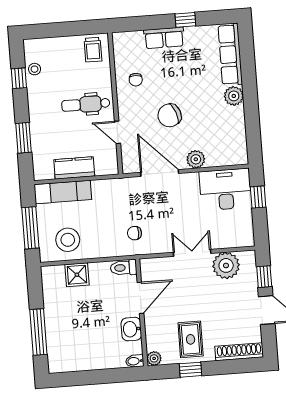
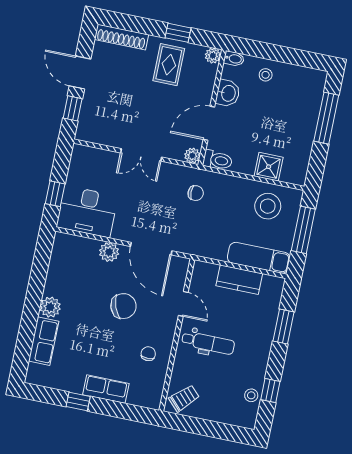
trolley: (93, 50) -> (184, 398), turned 46
row of seats: (230, 54) -> (44, 341), width x0.68
plant: (226, 265) -> (192, 156), moved, width x0.53, depth x0.53
stool: (103, 355) -> (266, 75), added

